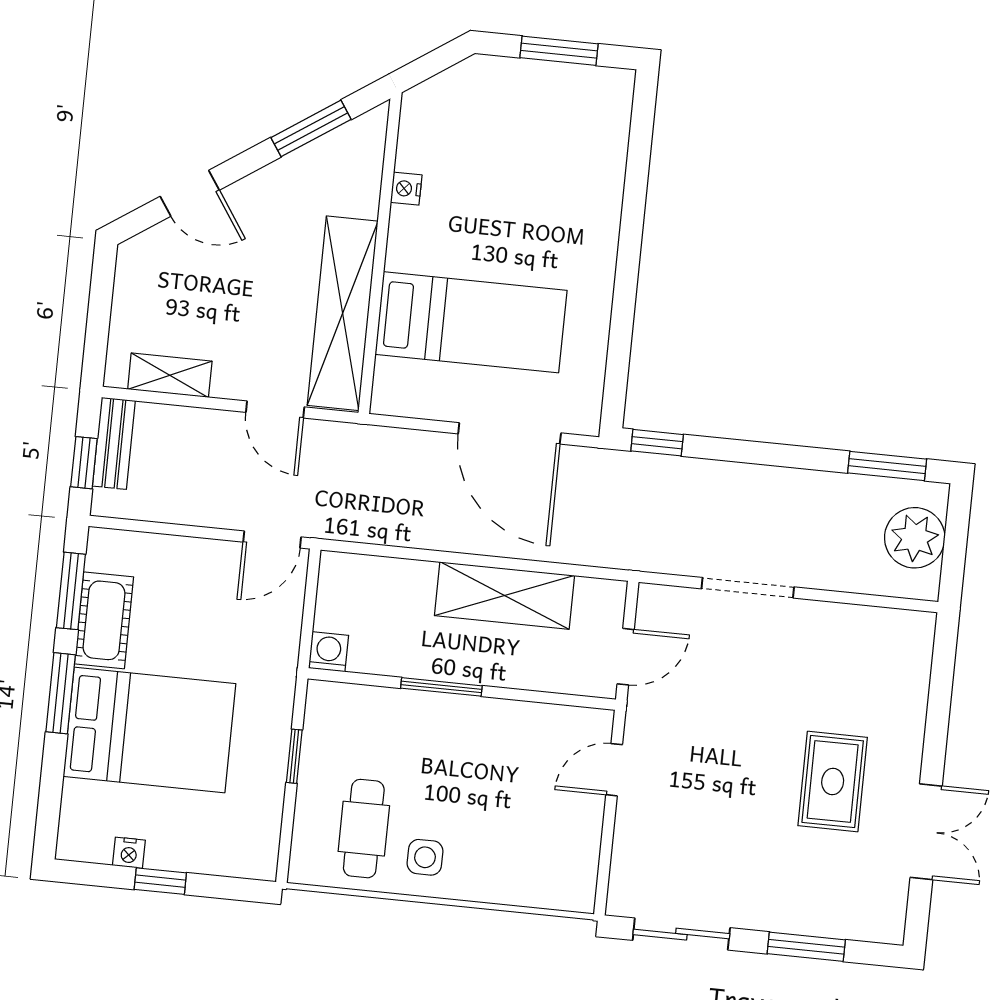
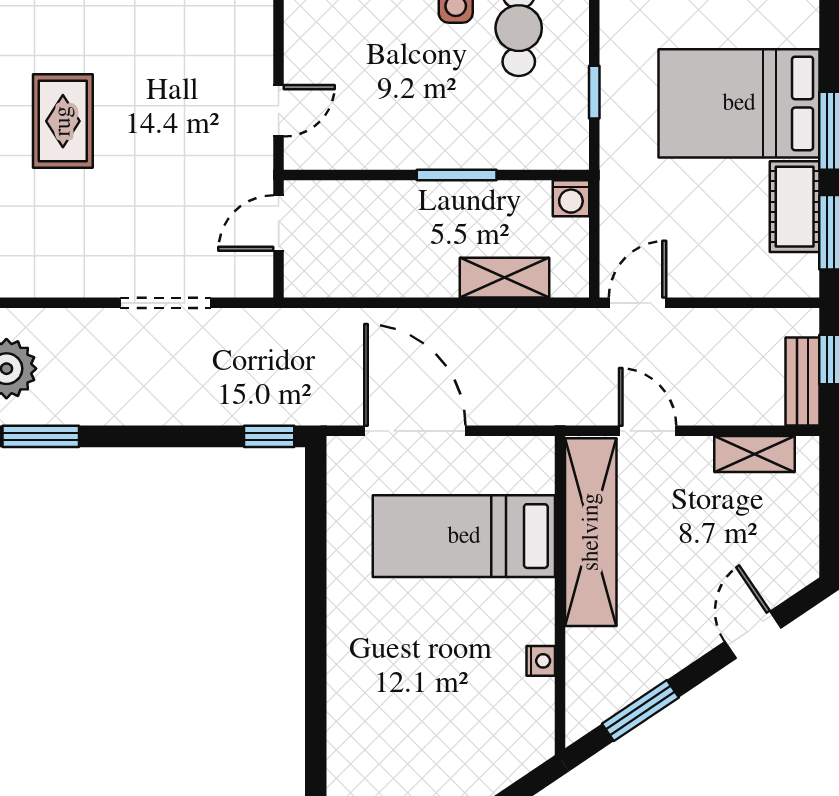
door: (190, 193) -> (753, 635), hinge flipped
shelving: (505, 596) -> (504, 278), moved, width x0.67, depth x0.75

